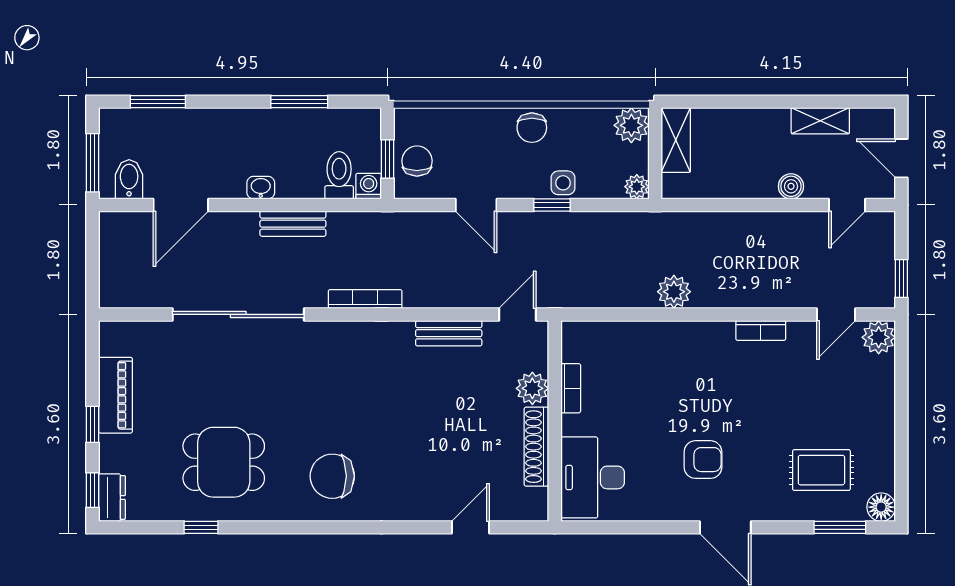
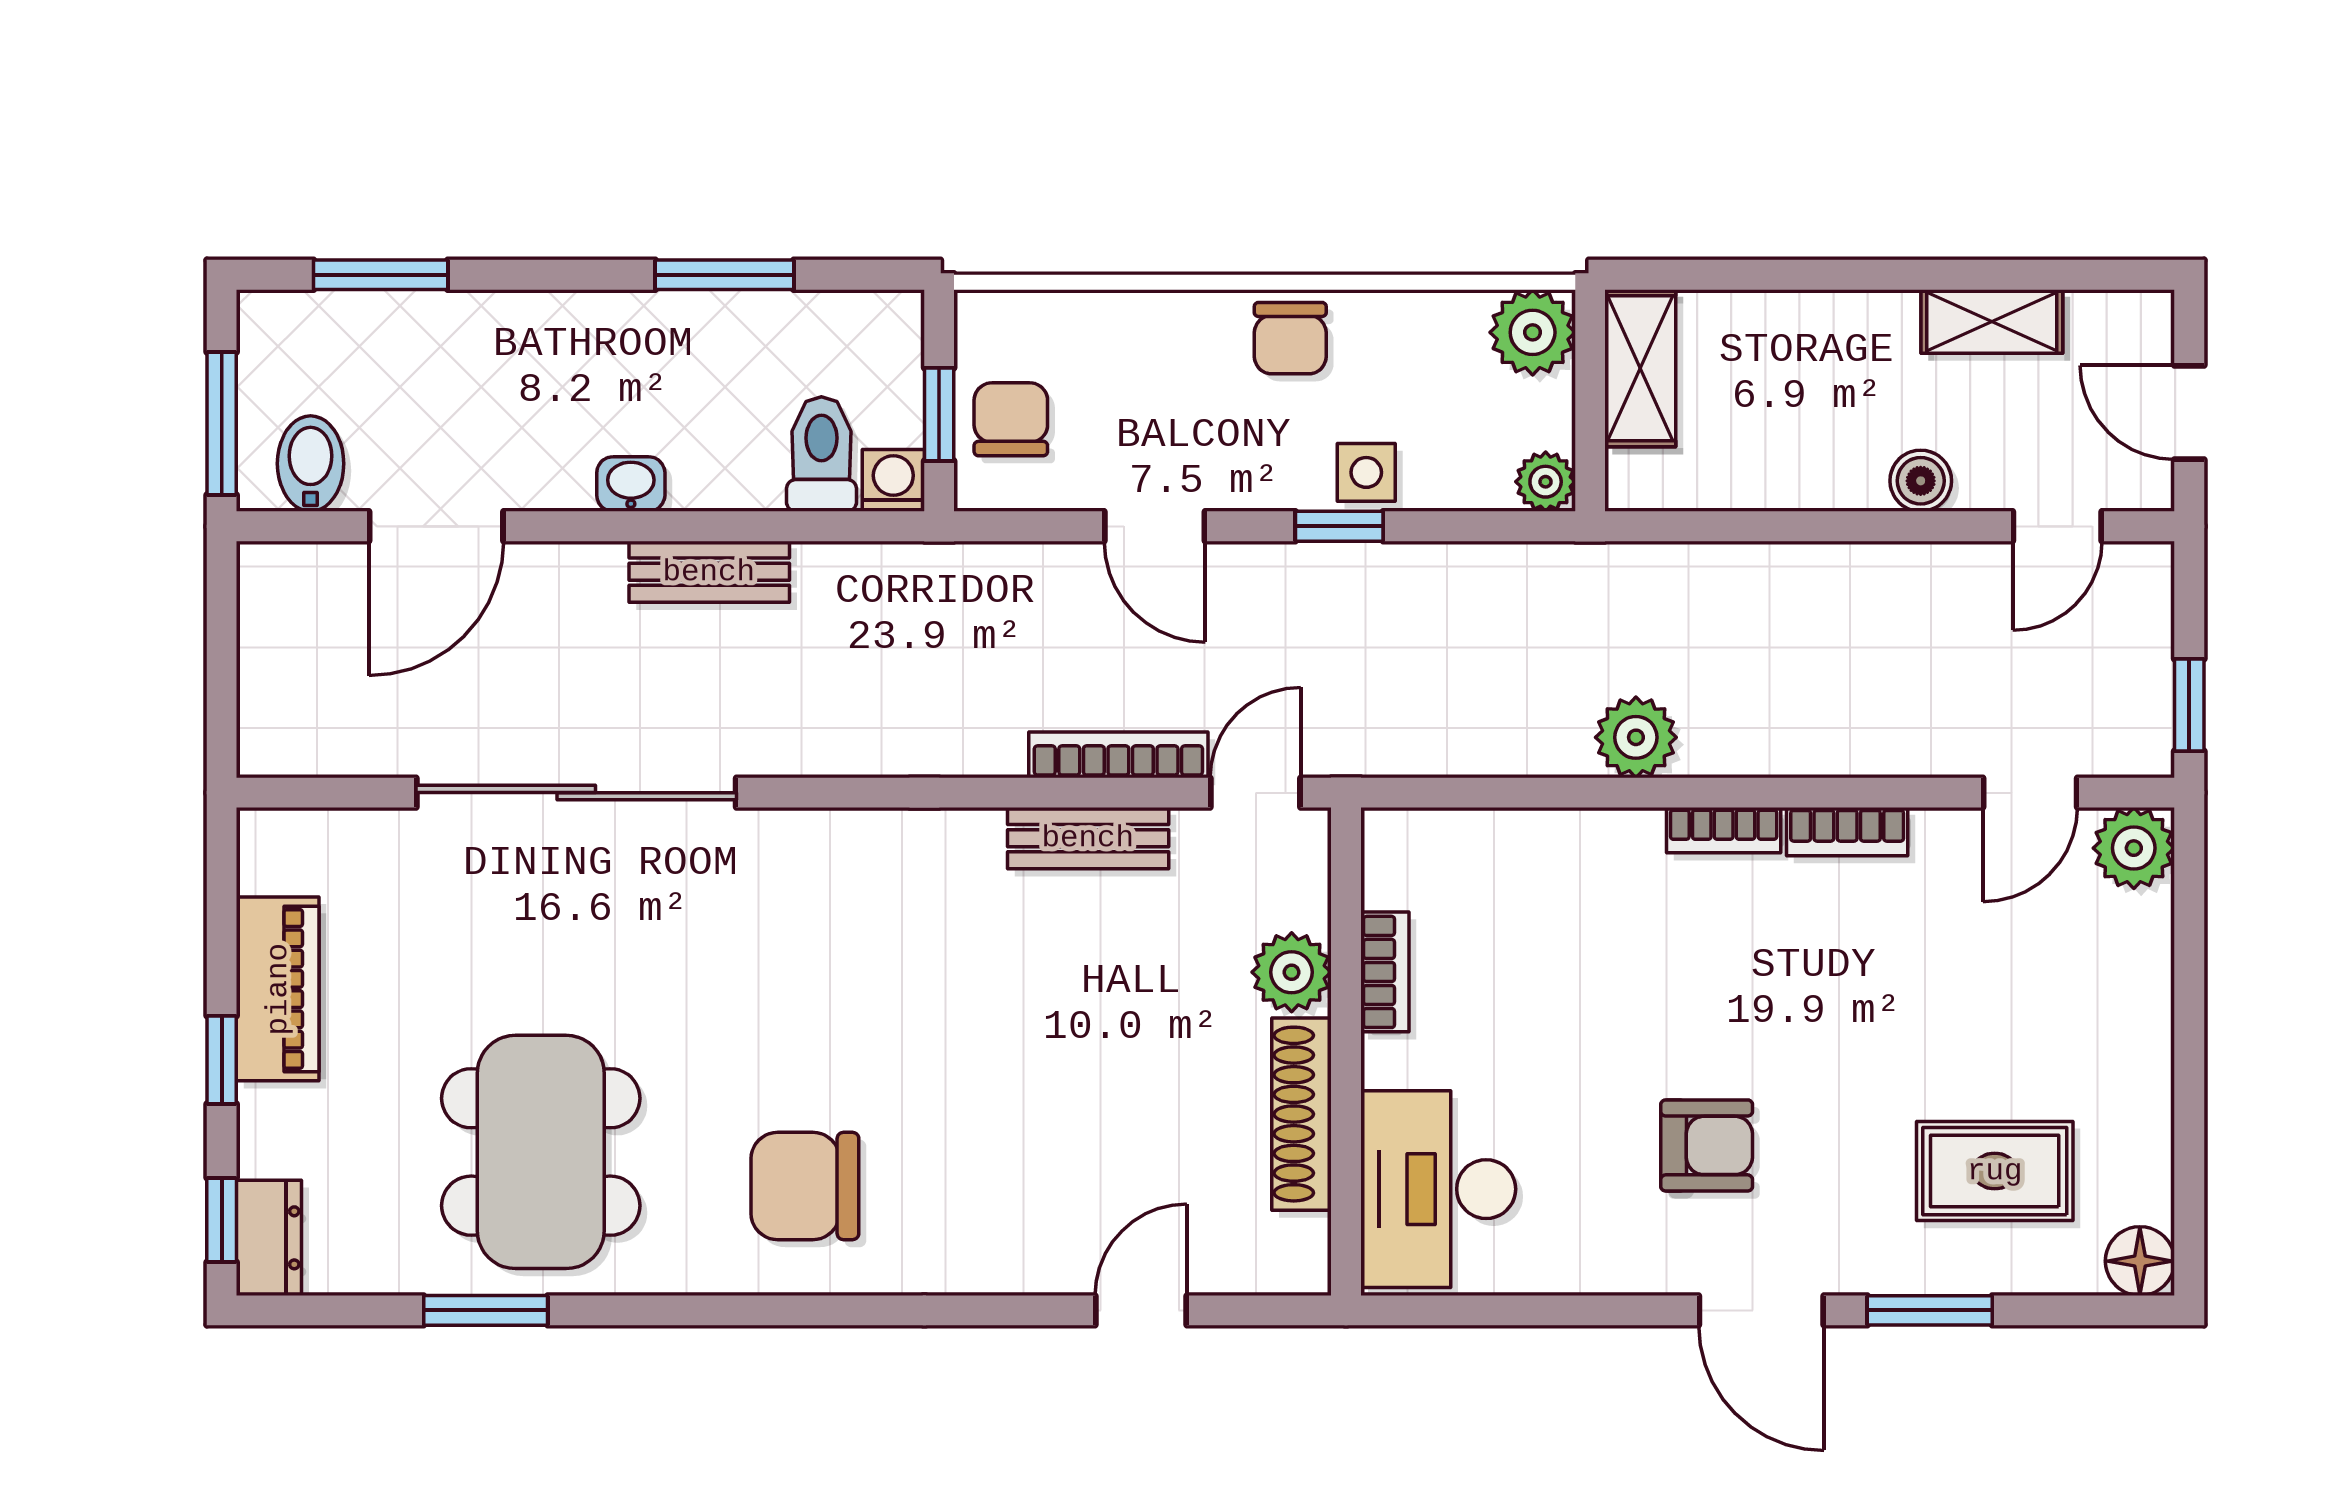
bookcase: (365, 299) -> (1118, 755), moved
bookcase: (710, 330) -> (1724, 830), added
dining table: (224, 462) -> (541, 1152), width x1.38
window: (201, 527) -> (486, 1310), width x1.50
window: (840, 527) -> (1930, 1310), moved

